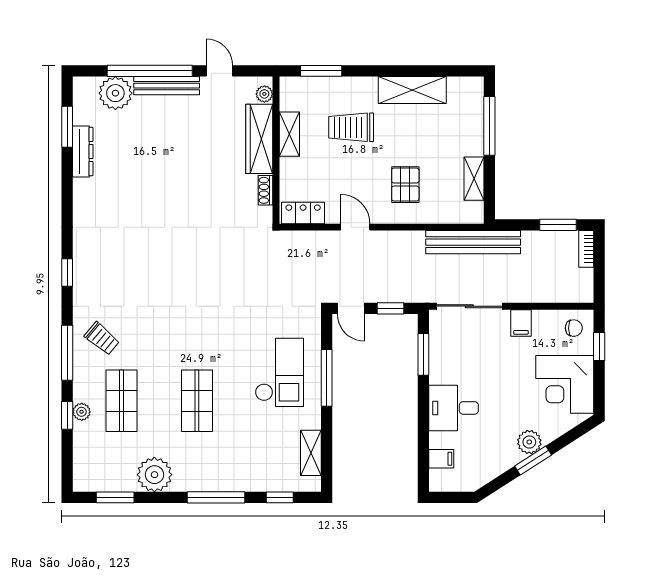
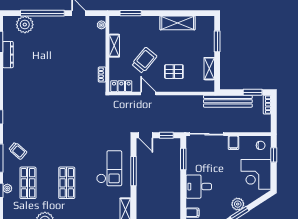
bench: (167, 86) -> (51, 21), removed
window: (489, 126) -> (217, 41), width x0.69
trolley: (351, 127) -> (144, 60), moved, turned 130
wardrobe: (259, 139) -> (99, 48), removed
pallet: (405, 185) -> (174, 72), turned 90
bench: (473, 242) -> (228, 101), moved

